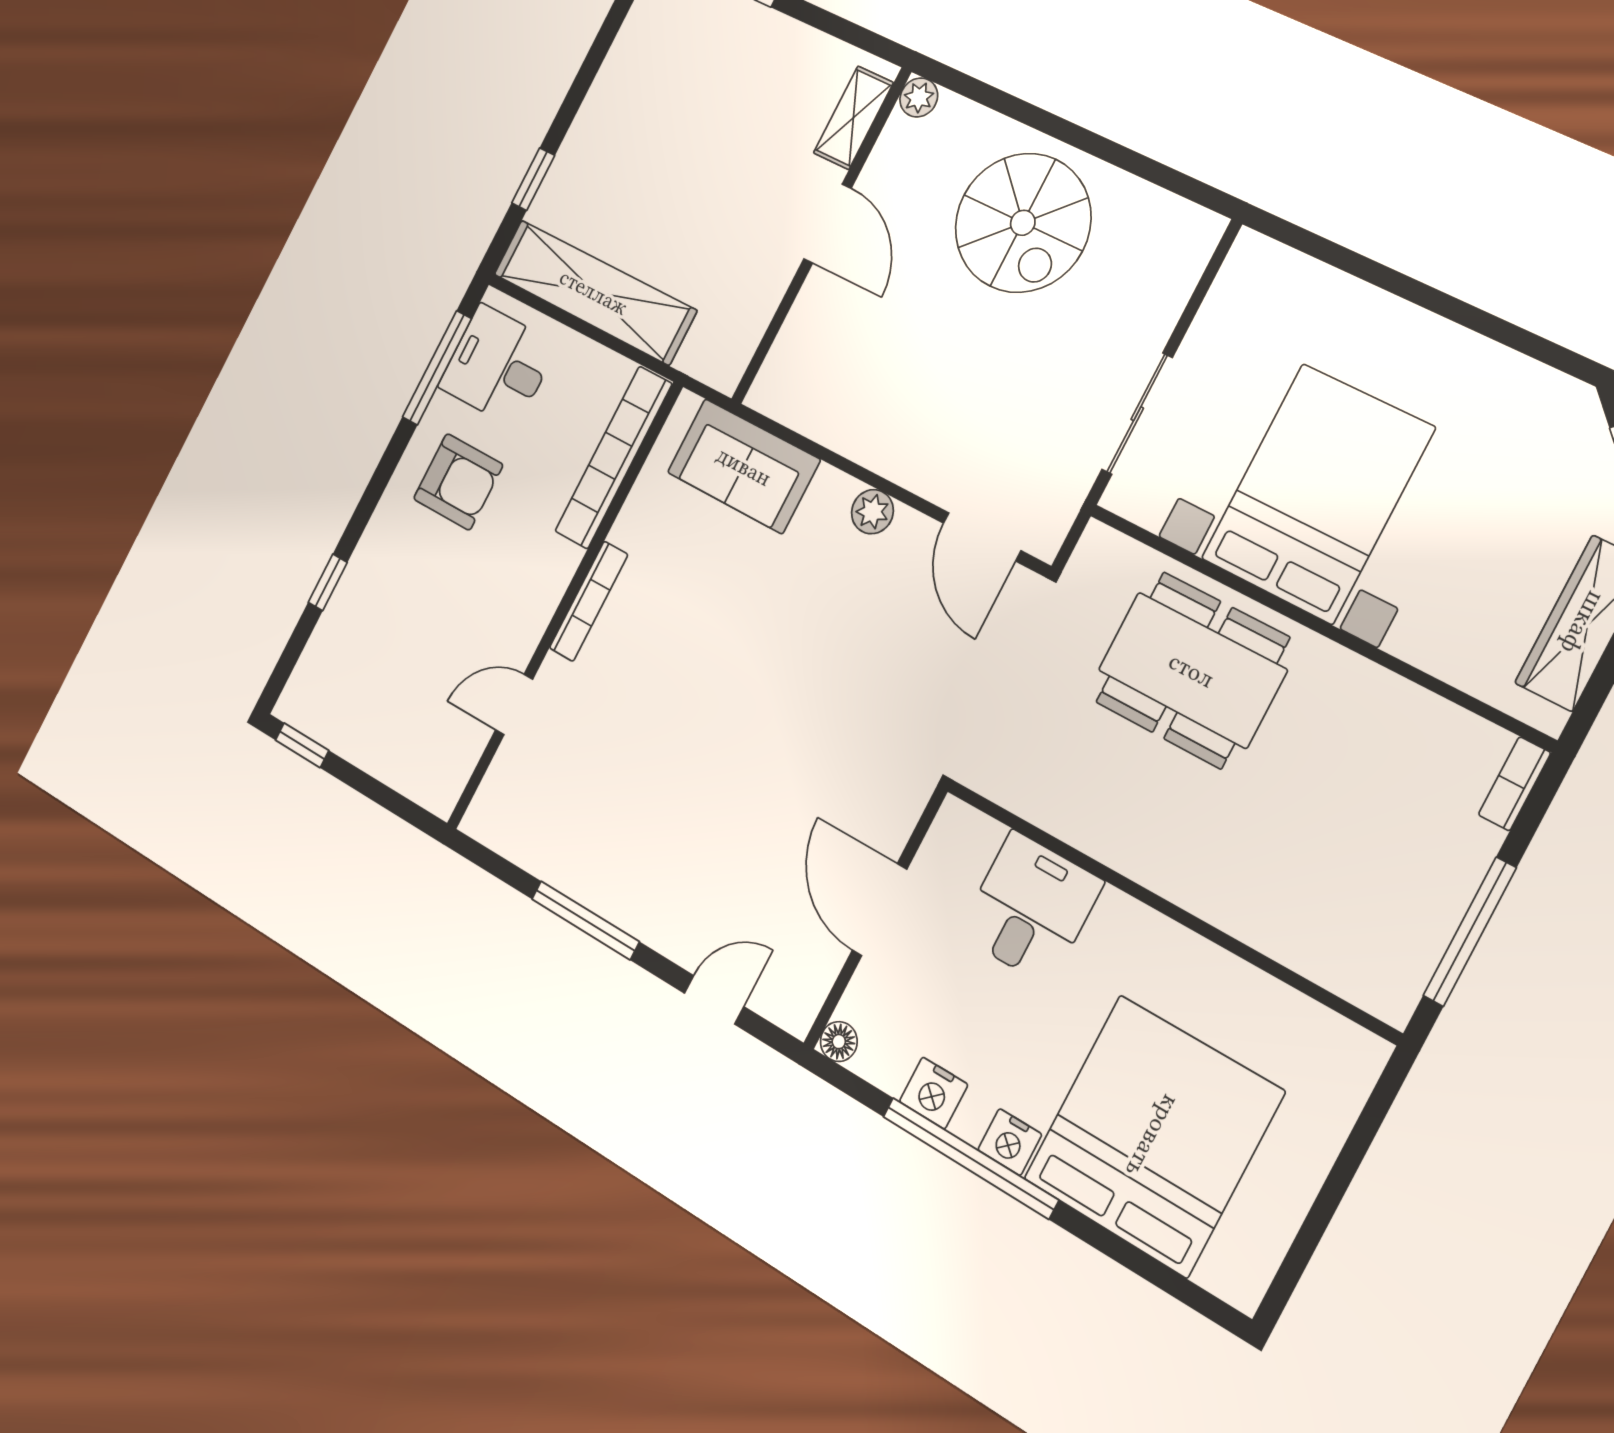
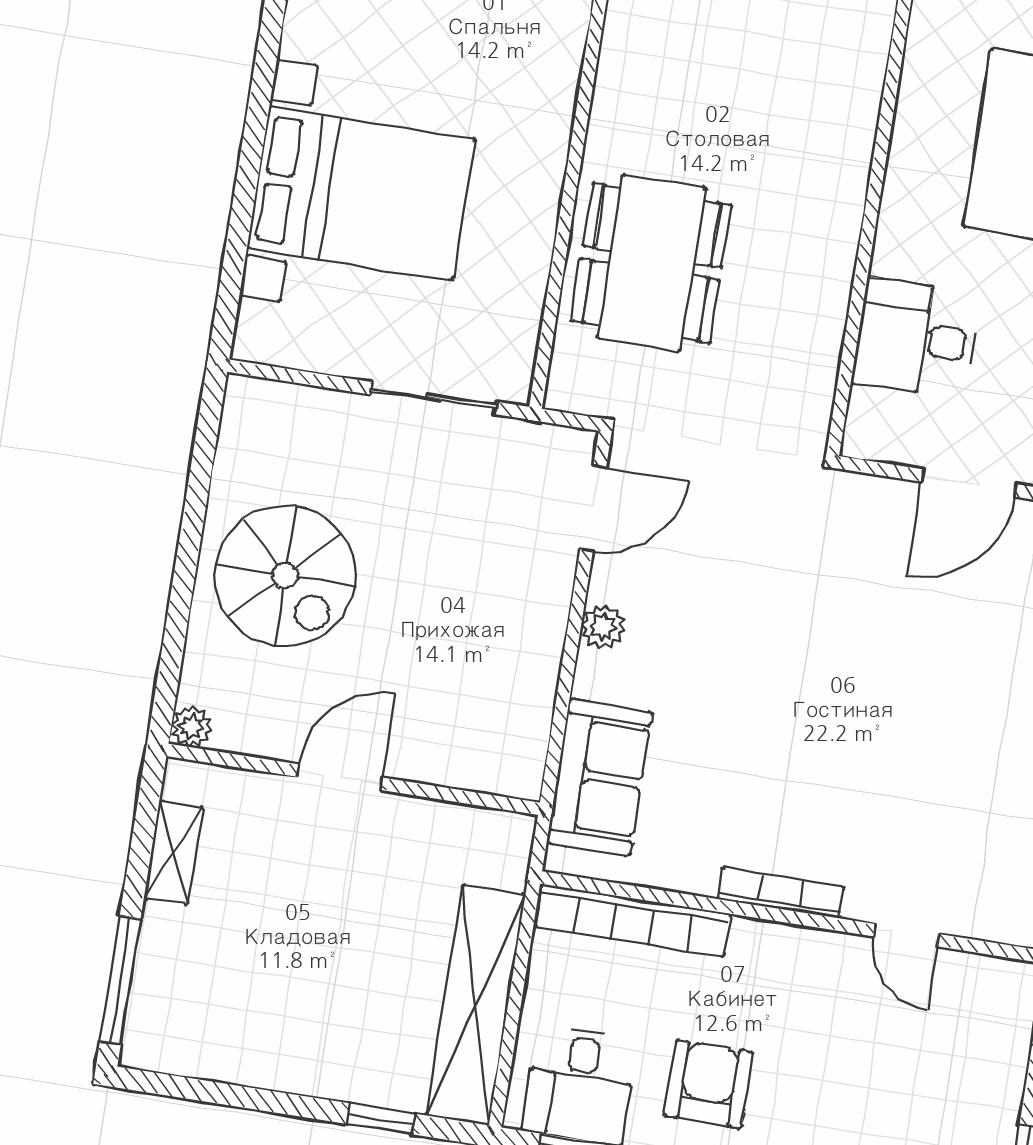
shelving: (853, 118) -> (173, 853), moved, turned 90
spiral stairs: (1023, 223) -> (285, 576), turned 90
bed with nightstands: (1318, 493) -> (361, 193), moved, turned 180

